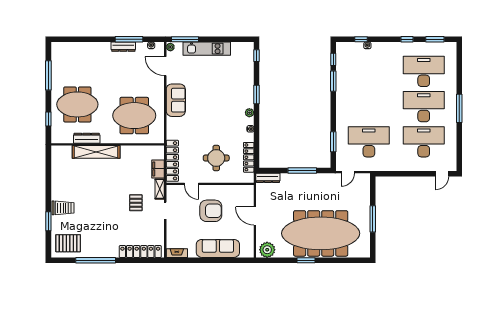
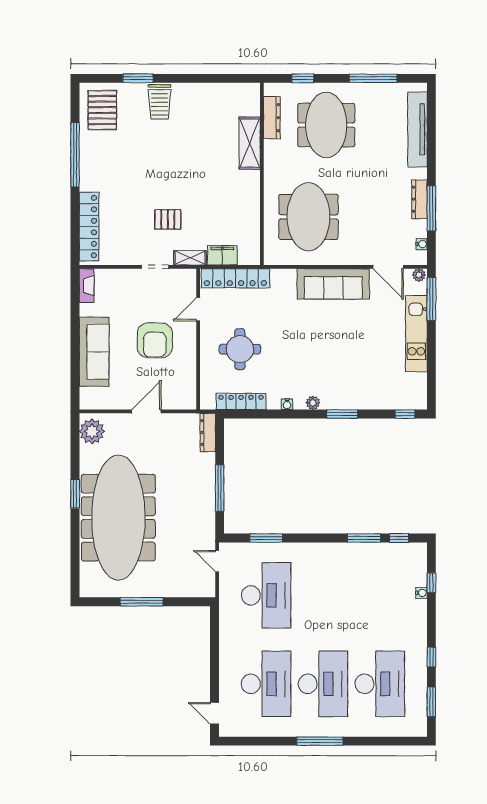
tv unit: (80, 48) -> (417, 129), added
door: (165, 66) -> (388, 267), swing flipped
sofa: (176, 100) -> (333, 284), width x1.36
dresser: (87, 138) -> (272, 118), moved
shelving: (96, 152) -> (250, 143), width x0.68

